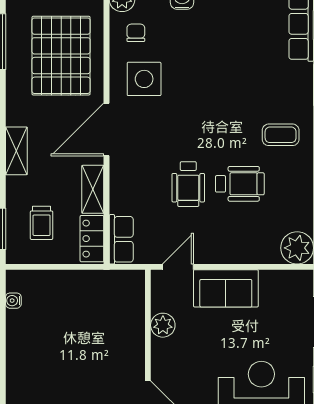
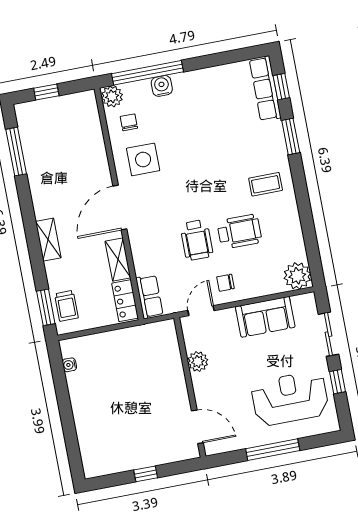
pallet: (61, 56) -> (70, 153), removed
trolley: (42, 223) -> (66, 306), moved
chair: (212, 240) -> (225, 283), added
sofa: (226, 288) -> (265, 317), moved

